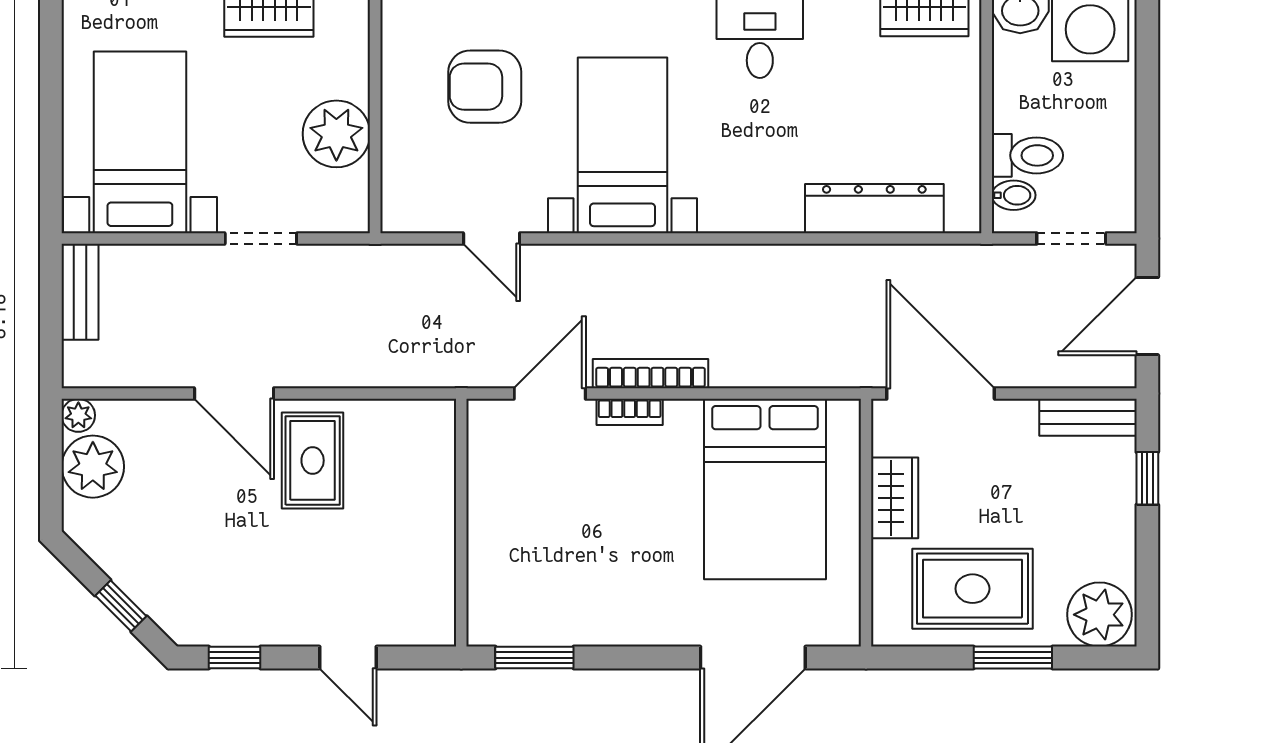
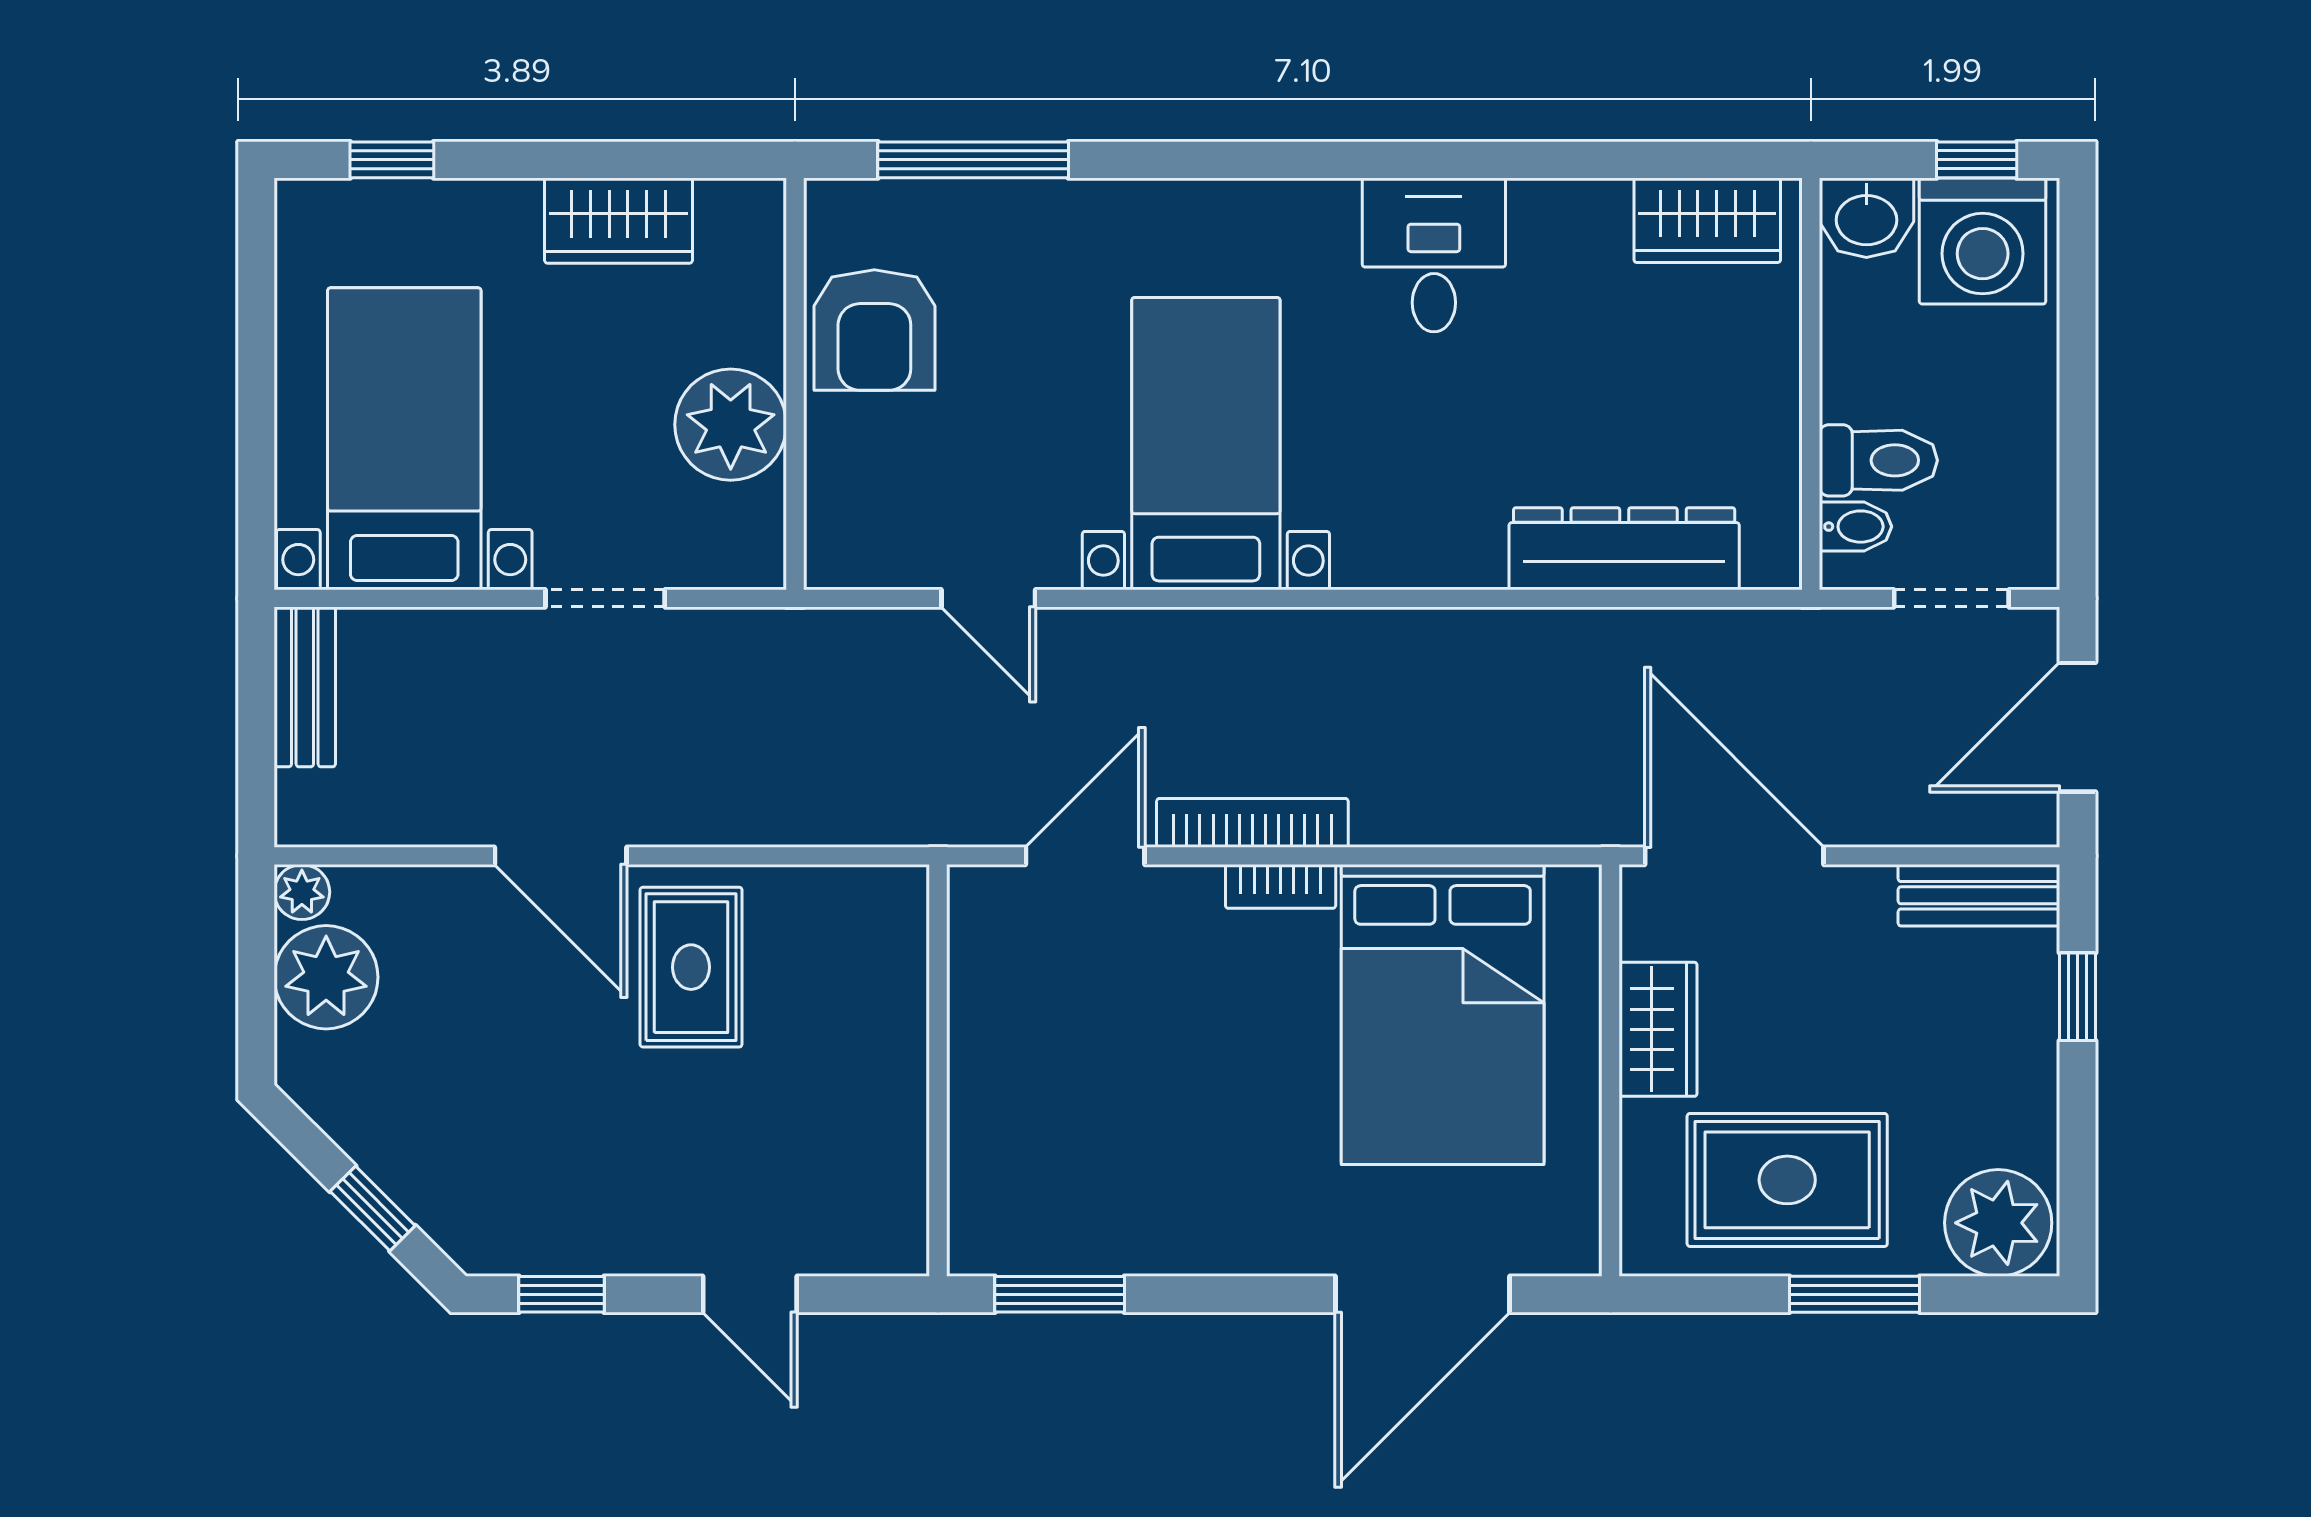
armchair: (485, 87) -> (874, 330), moved, turned -90
bookcase: (630, 412) -> (1281, 886), moved

